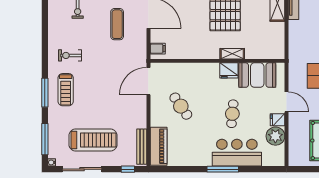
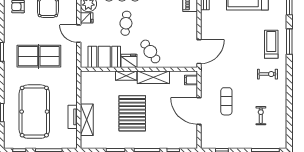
shelving: (201, 52) -> (153, 77), added
cafe table: (181, 106) -> (150, 51), moved

